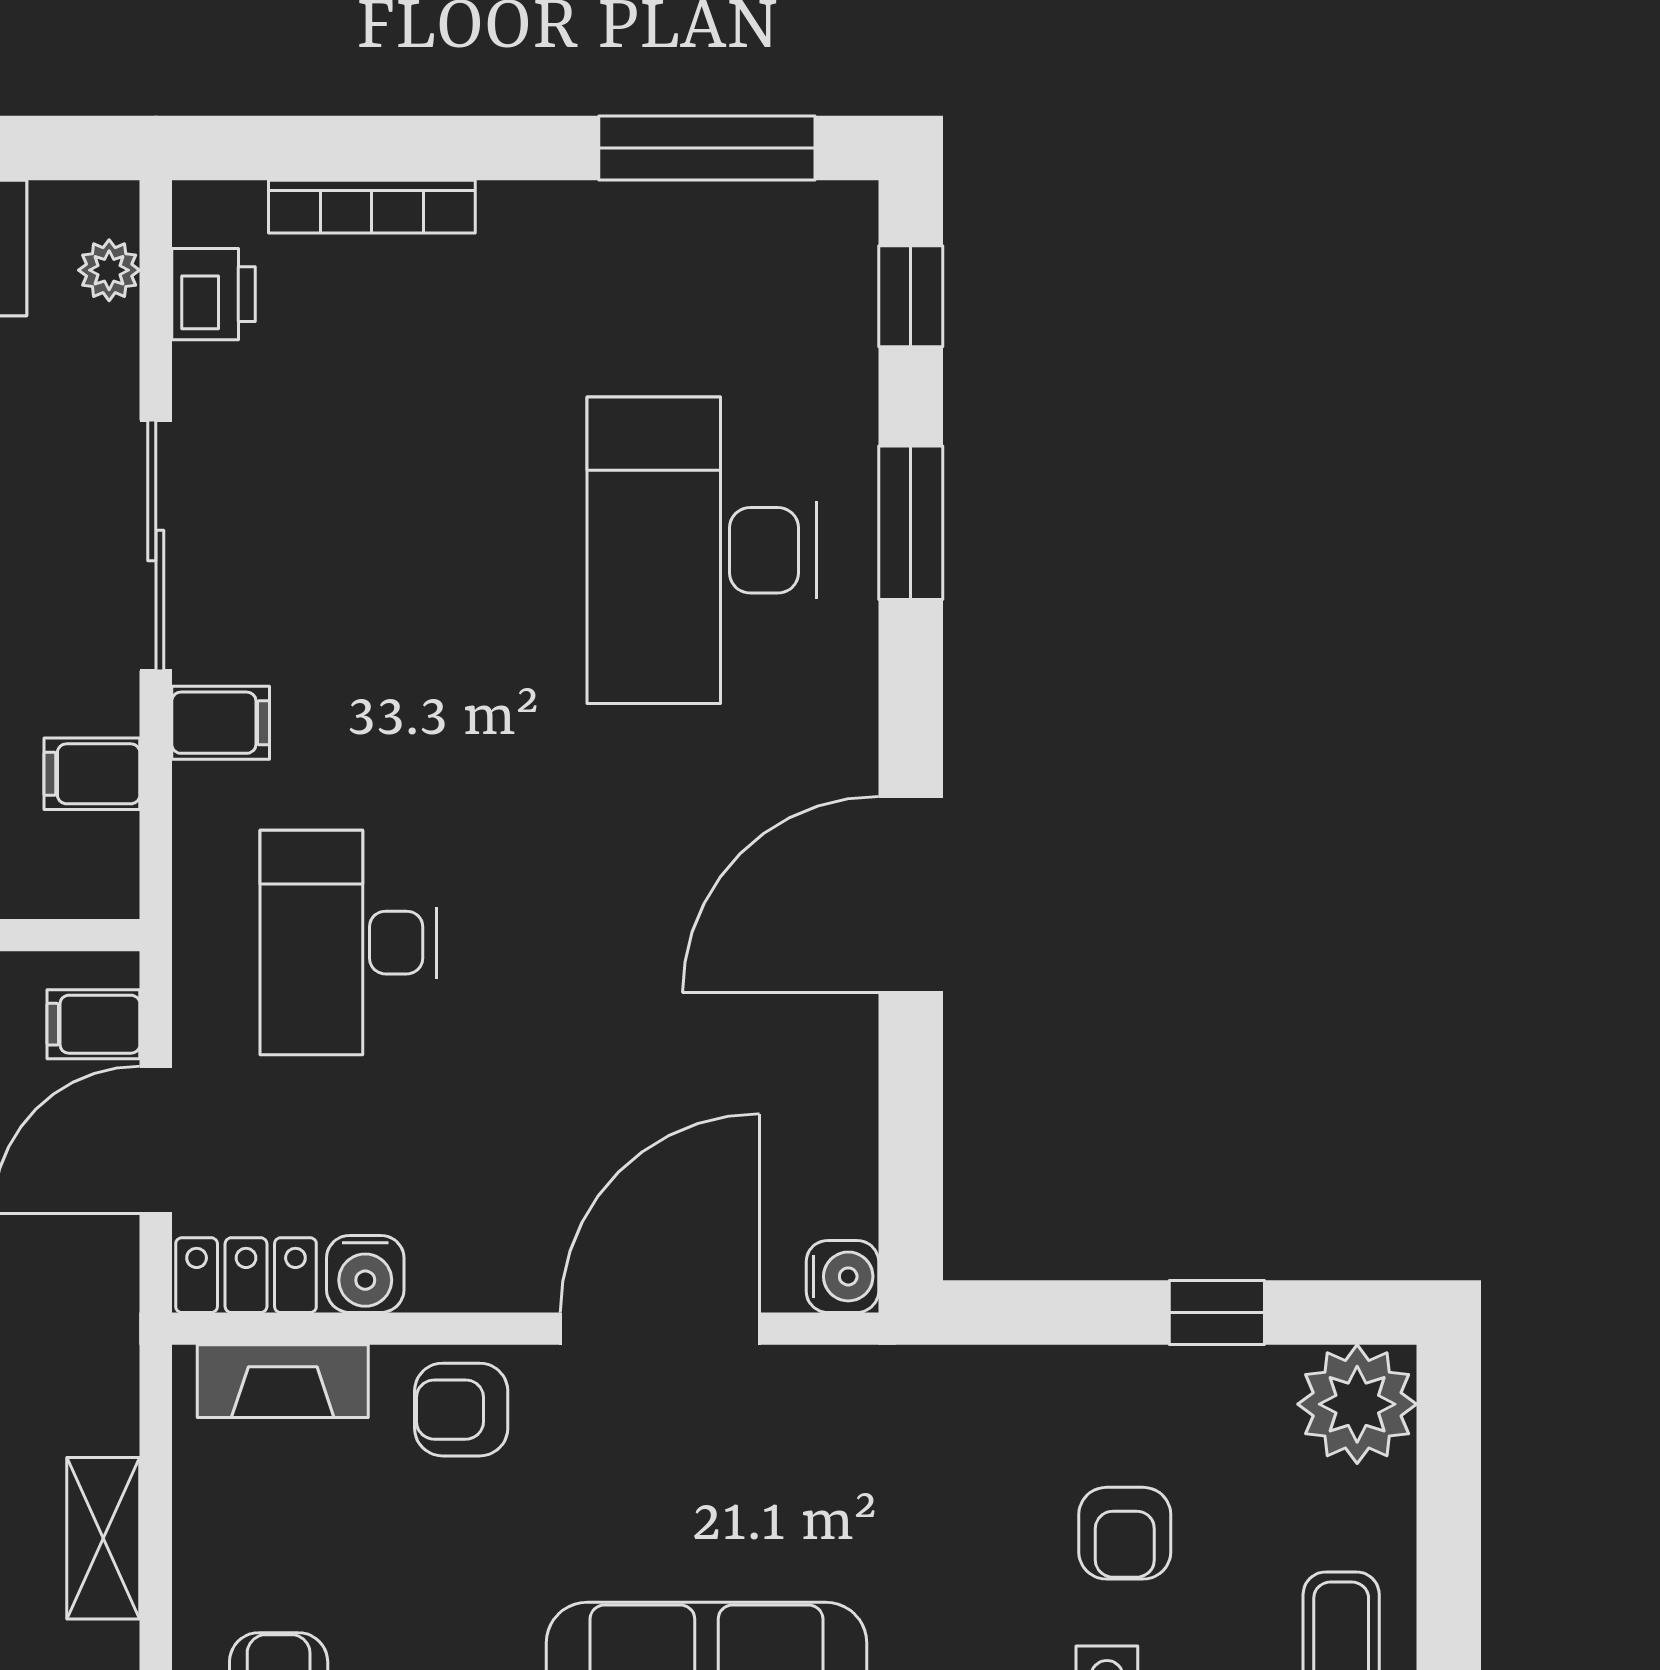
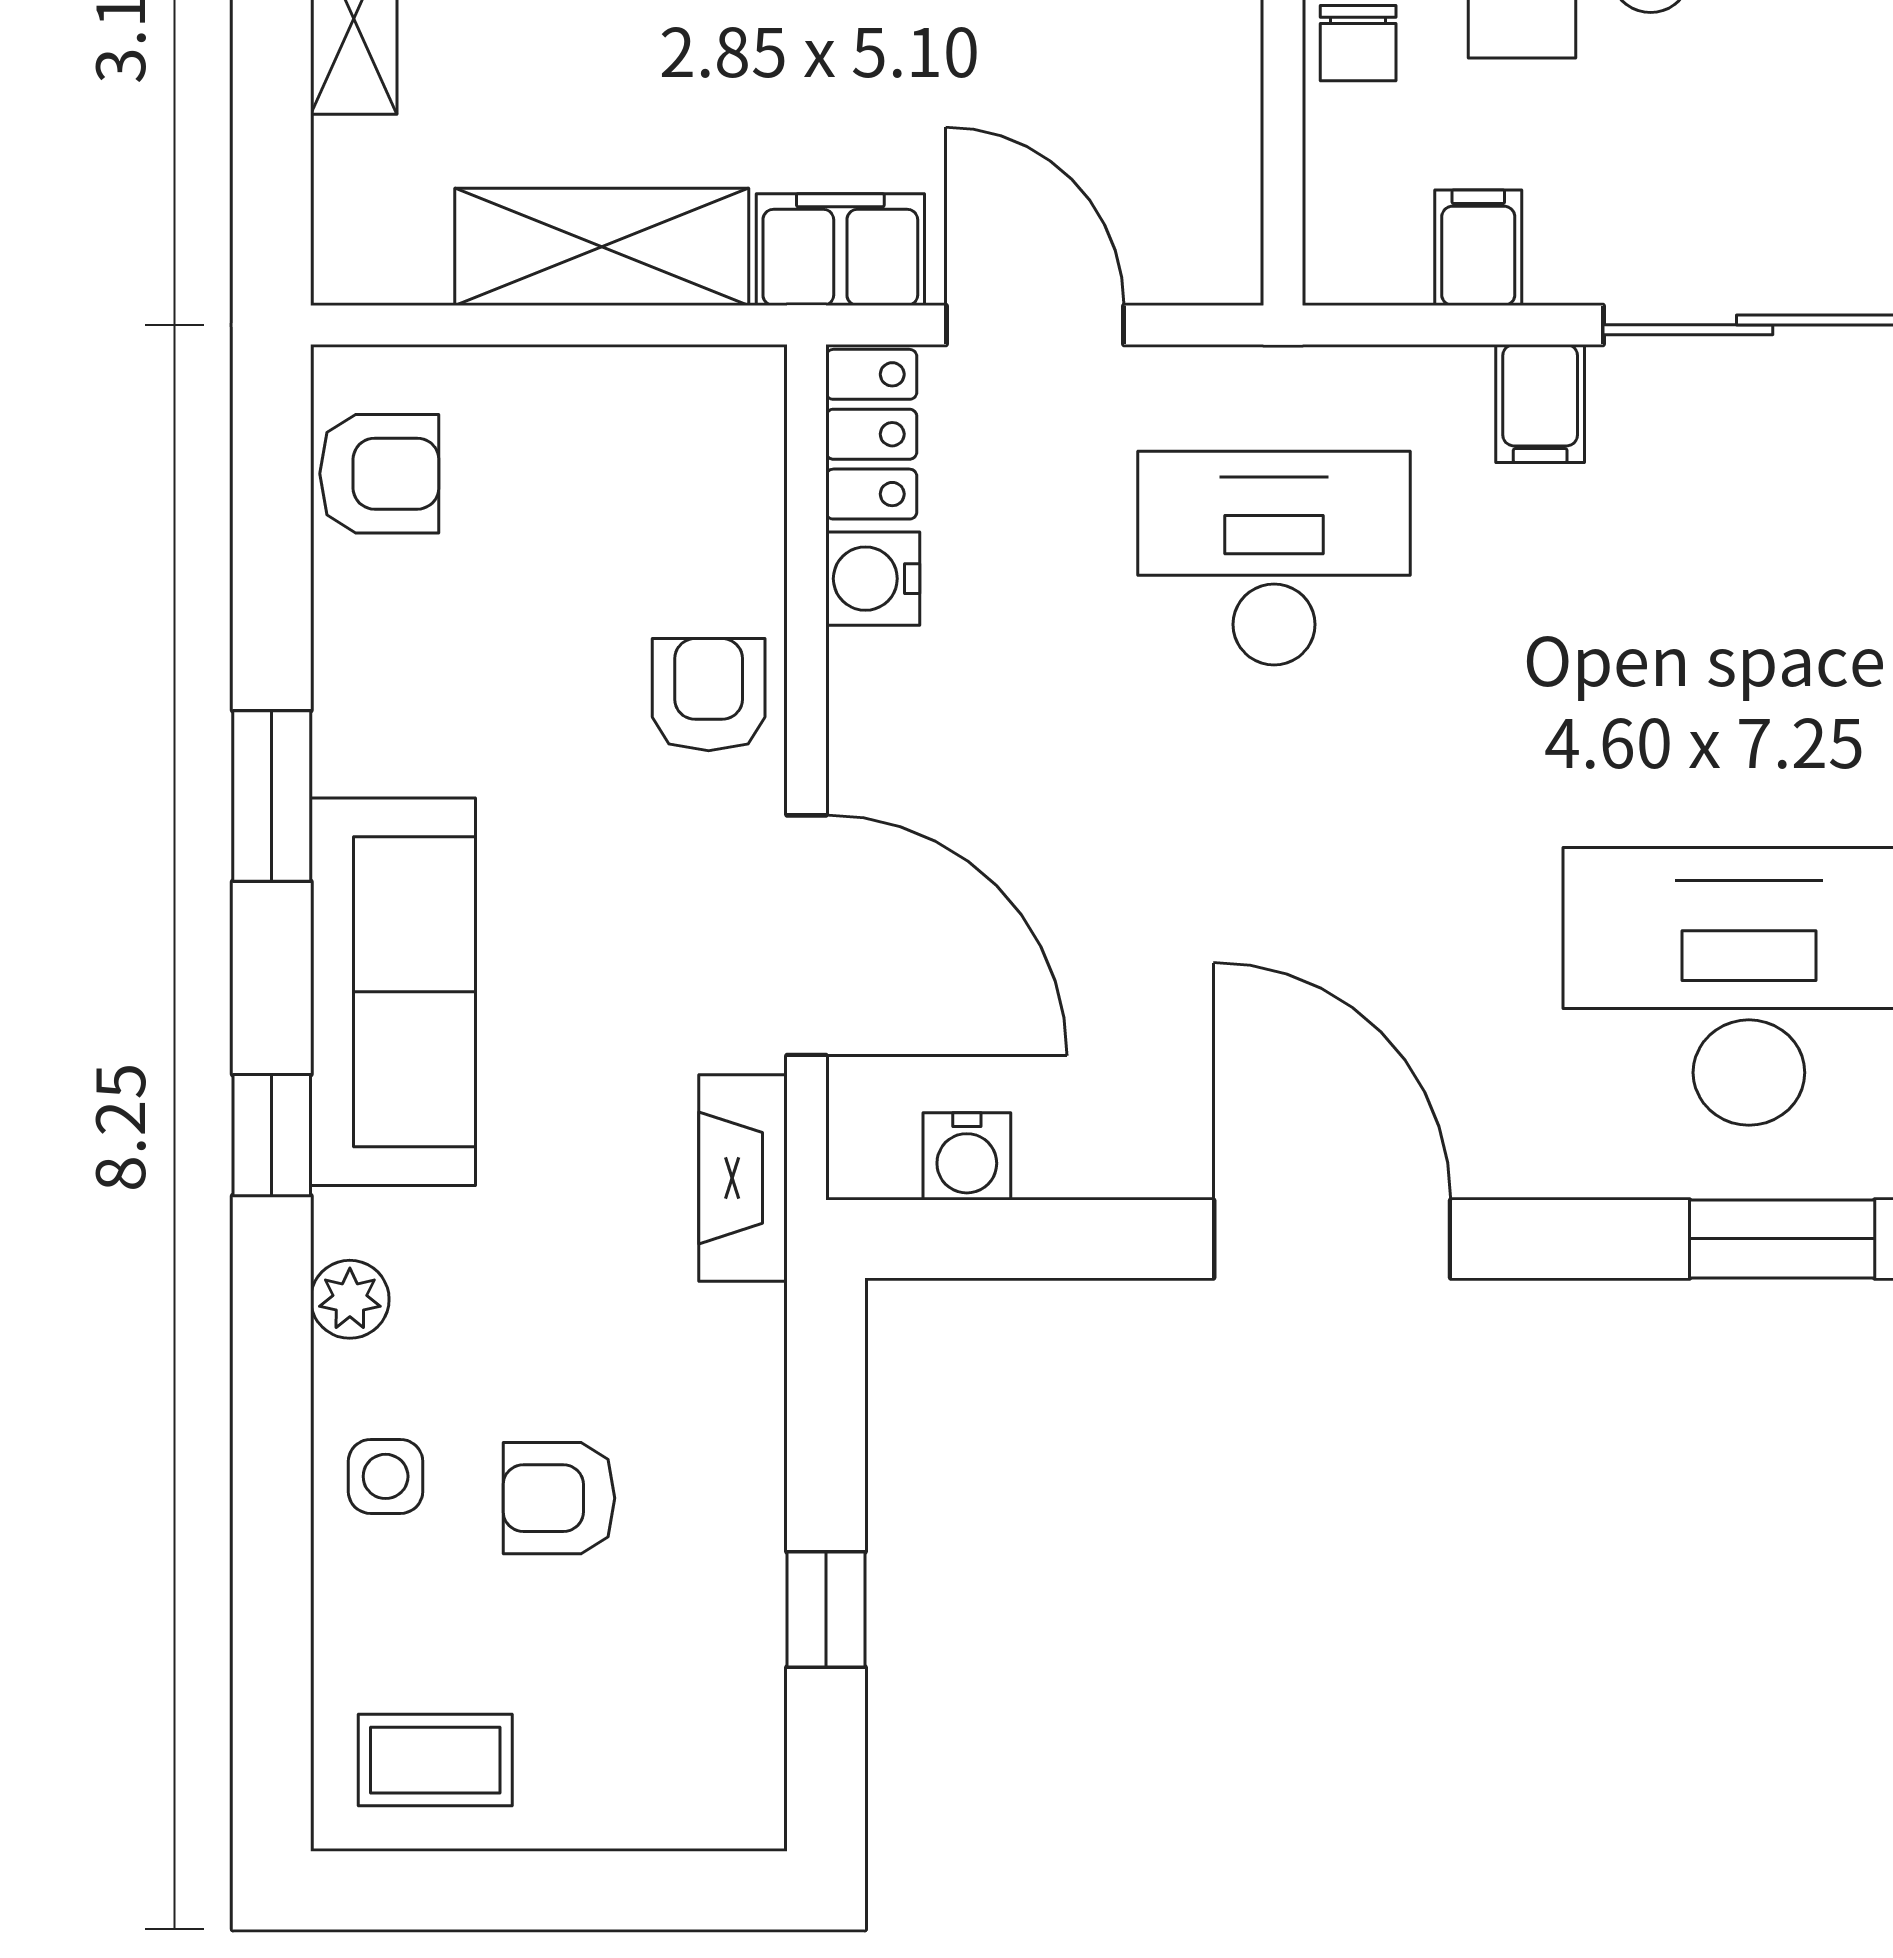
filing cabinet: (93, 1024) -> (840, 250), moved, width x2.00
water cooler: (842, 1276) -> (967, 1156), moved
fireplace: (283, 1381) -> (743, 1178), moved
plant: (1357, 1404) -> (715, 1779), removed
shelving: (103, 1538) -> (602, 247), width x1.50, depth x1.33

